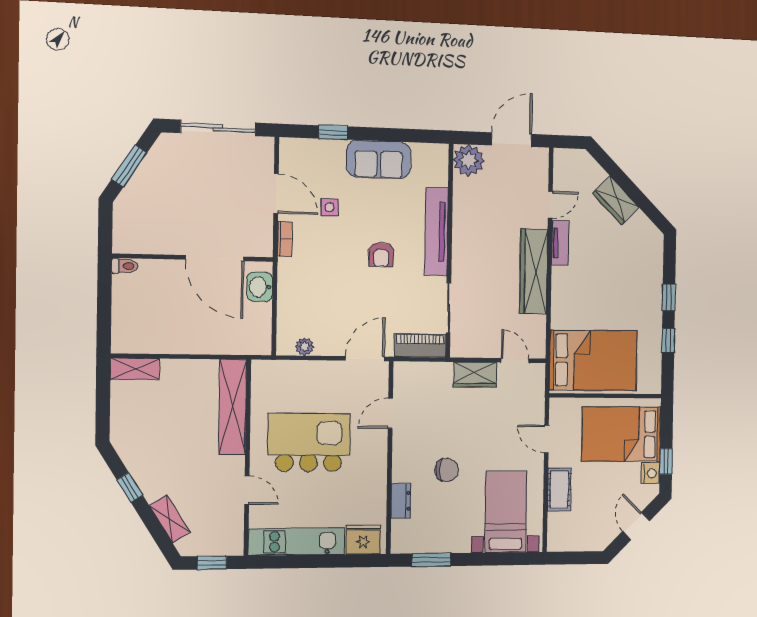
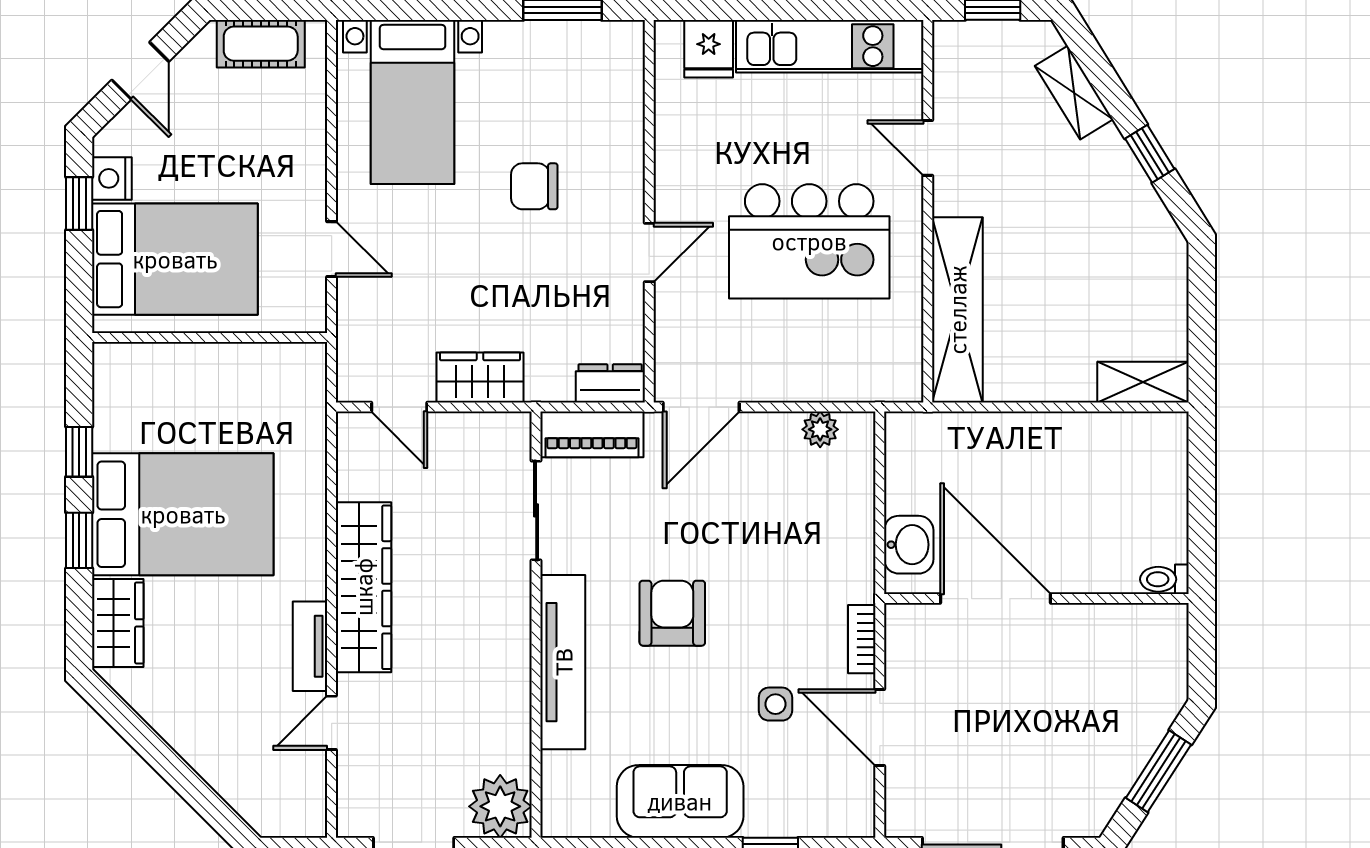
wardrobe: (616, 200) -> (118, 623), moved, turned 45
armchair: (381, 255) -> (672, 613), width x1.38, depth x1.38
bed: (593, 360) -> (183, 514), moved, turned 180
door: (390, 413) -> (649, 253), moved
cot: (559, 489) -> (261, 44), moved, turned 90
dresser: (401, 501) -> (610, 383), moved, turned 90
fridge: (363, 540) -> (709, 49), width x0.72

